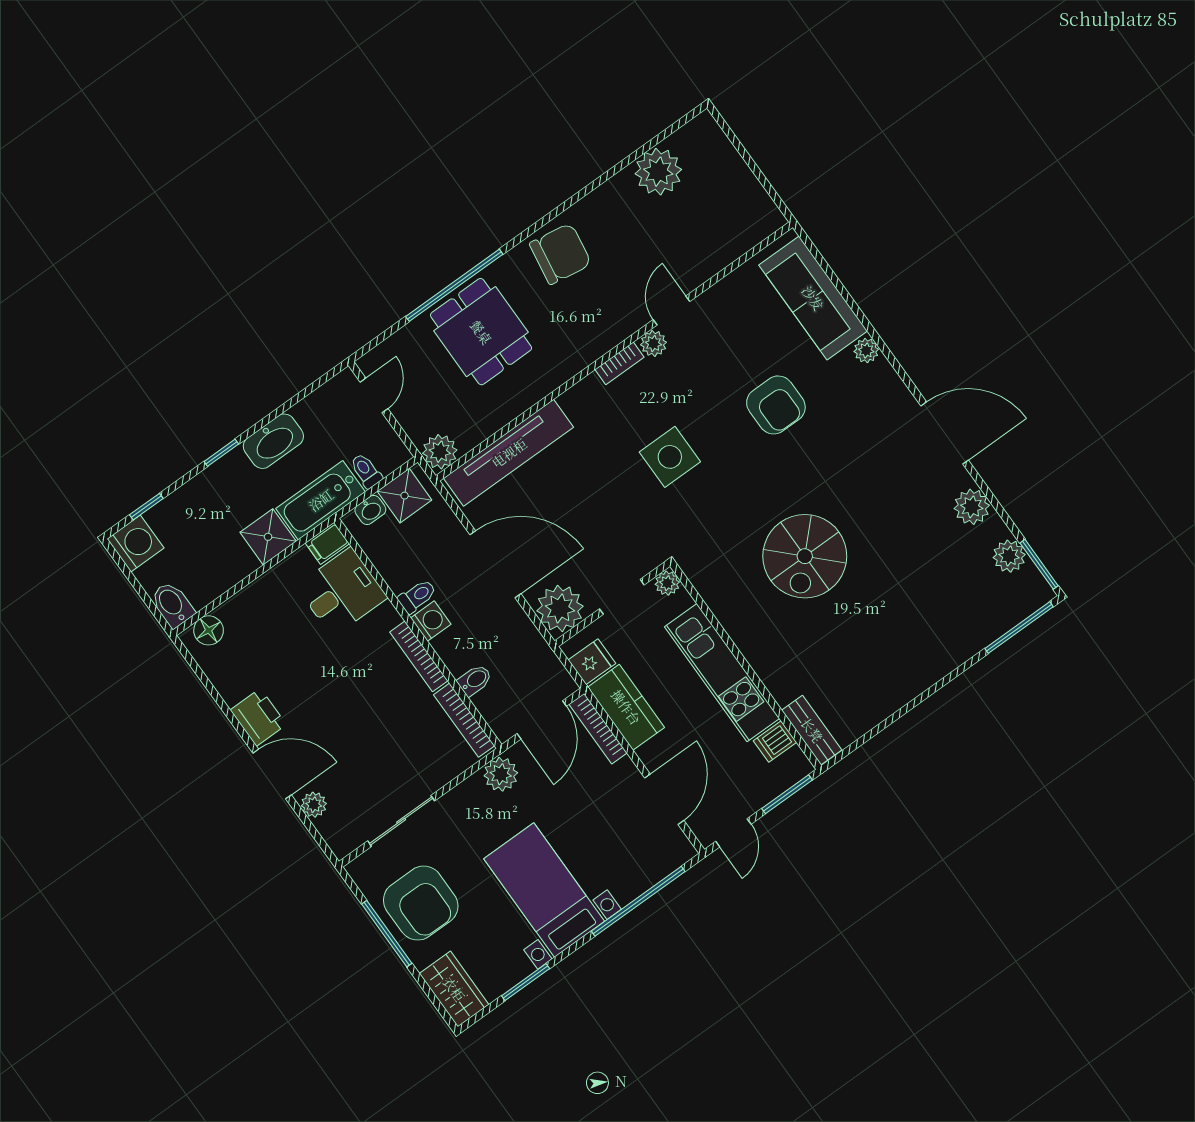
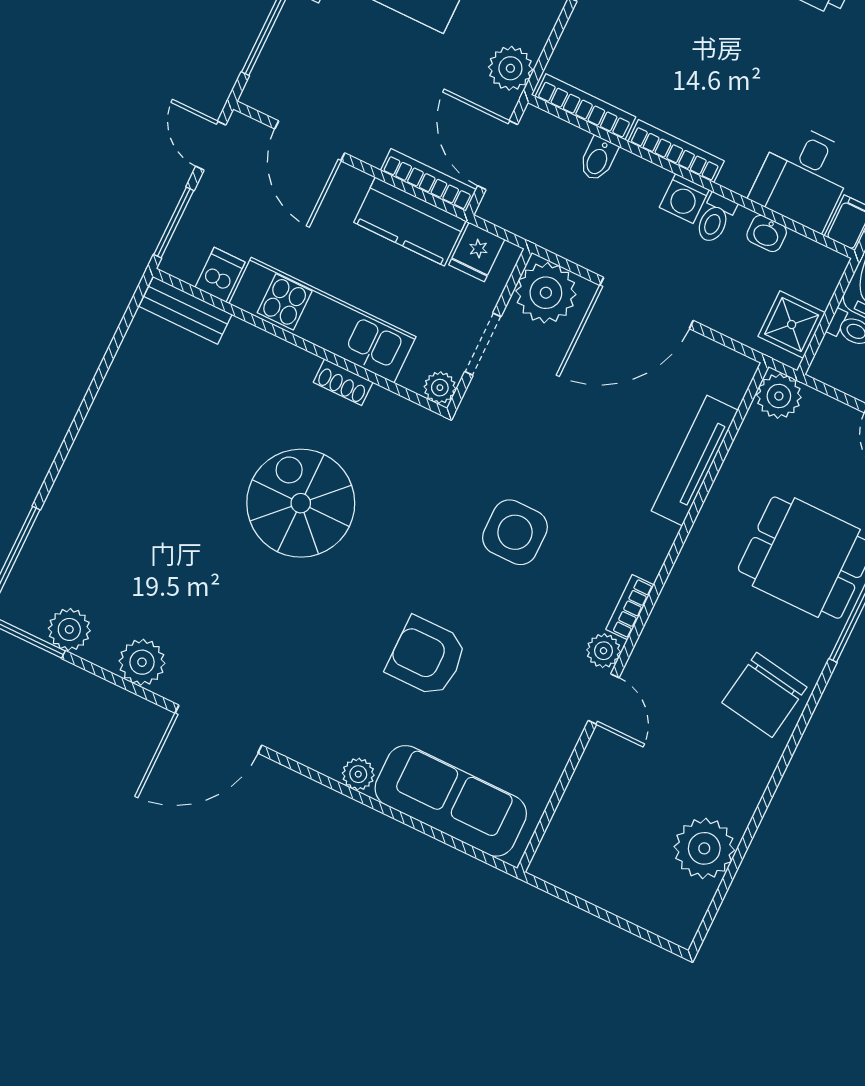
tv unit: (509, 453) -> (695, 460), width x0.73, depth x0.78
washbasin: (370, 510) -> (767, 233), moved, turned -90
shoe rack: (731, 623) -> (343, 382), added

